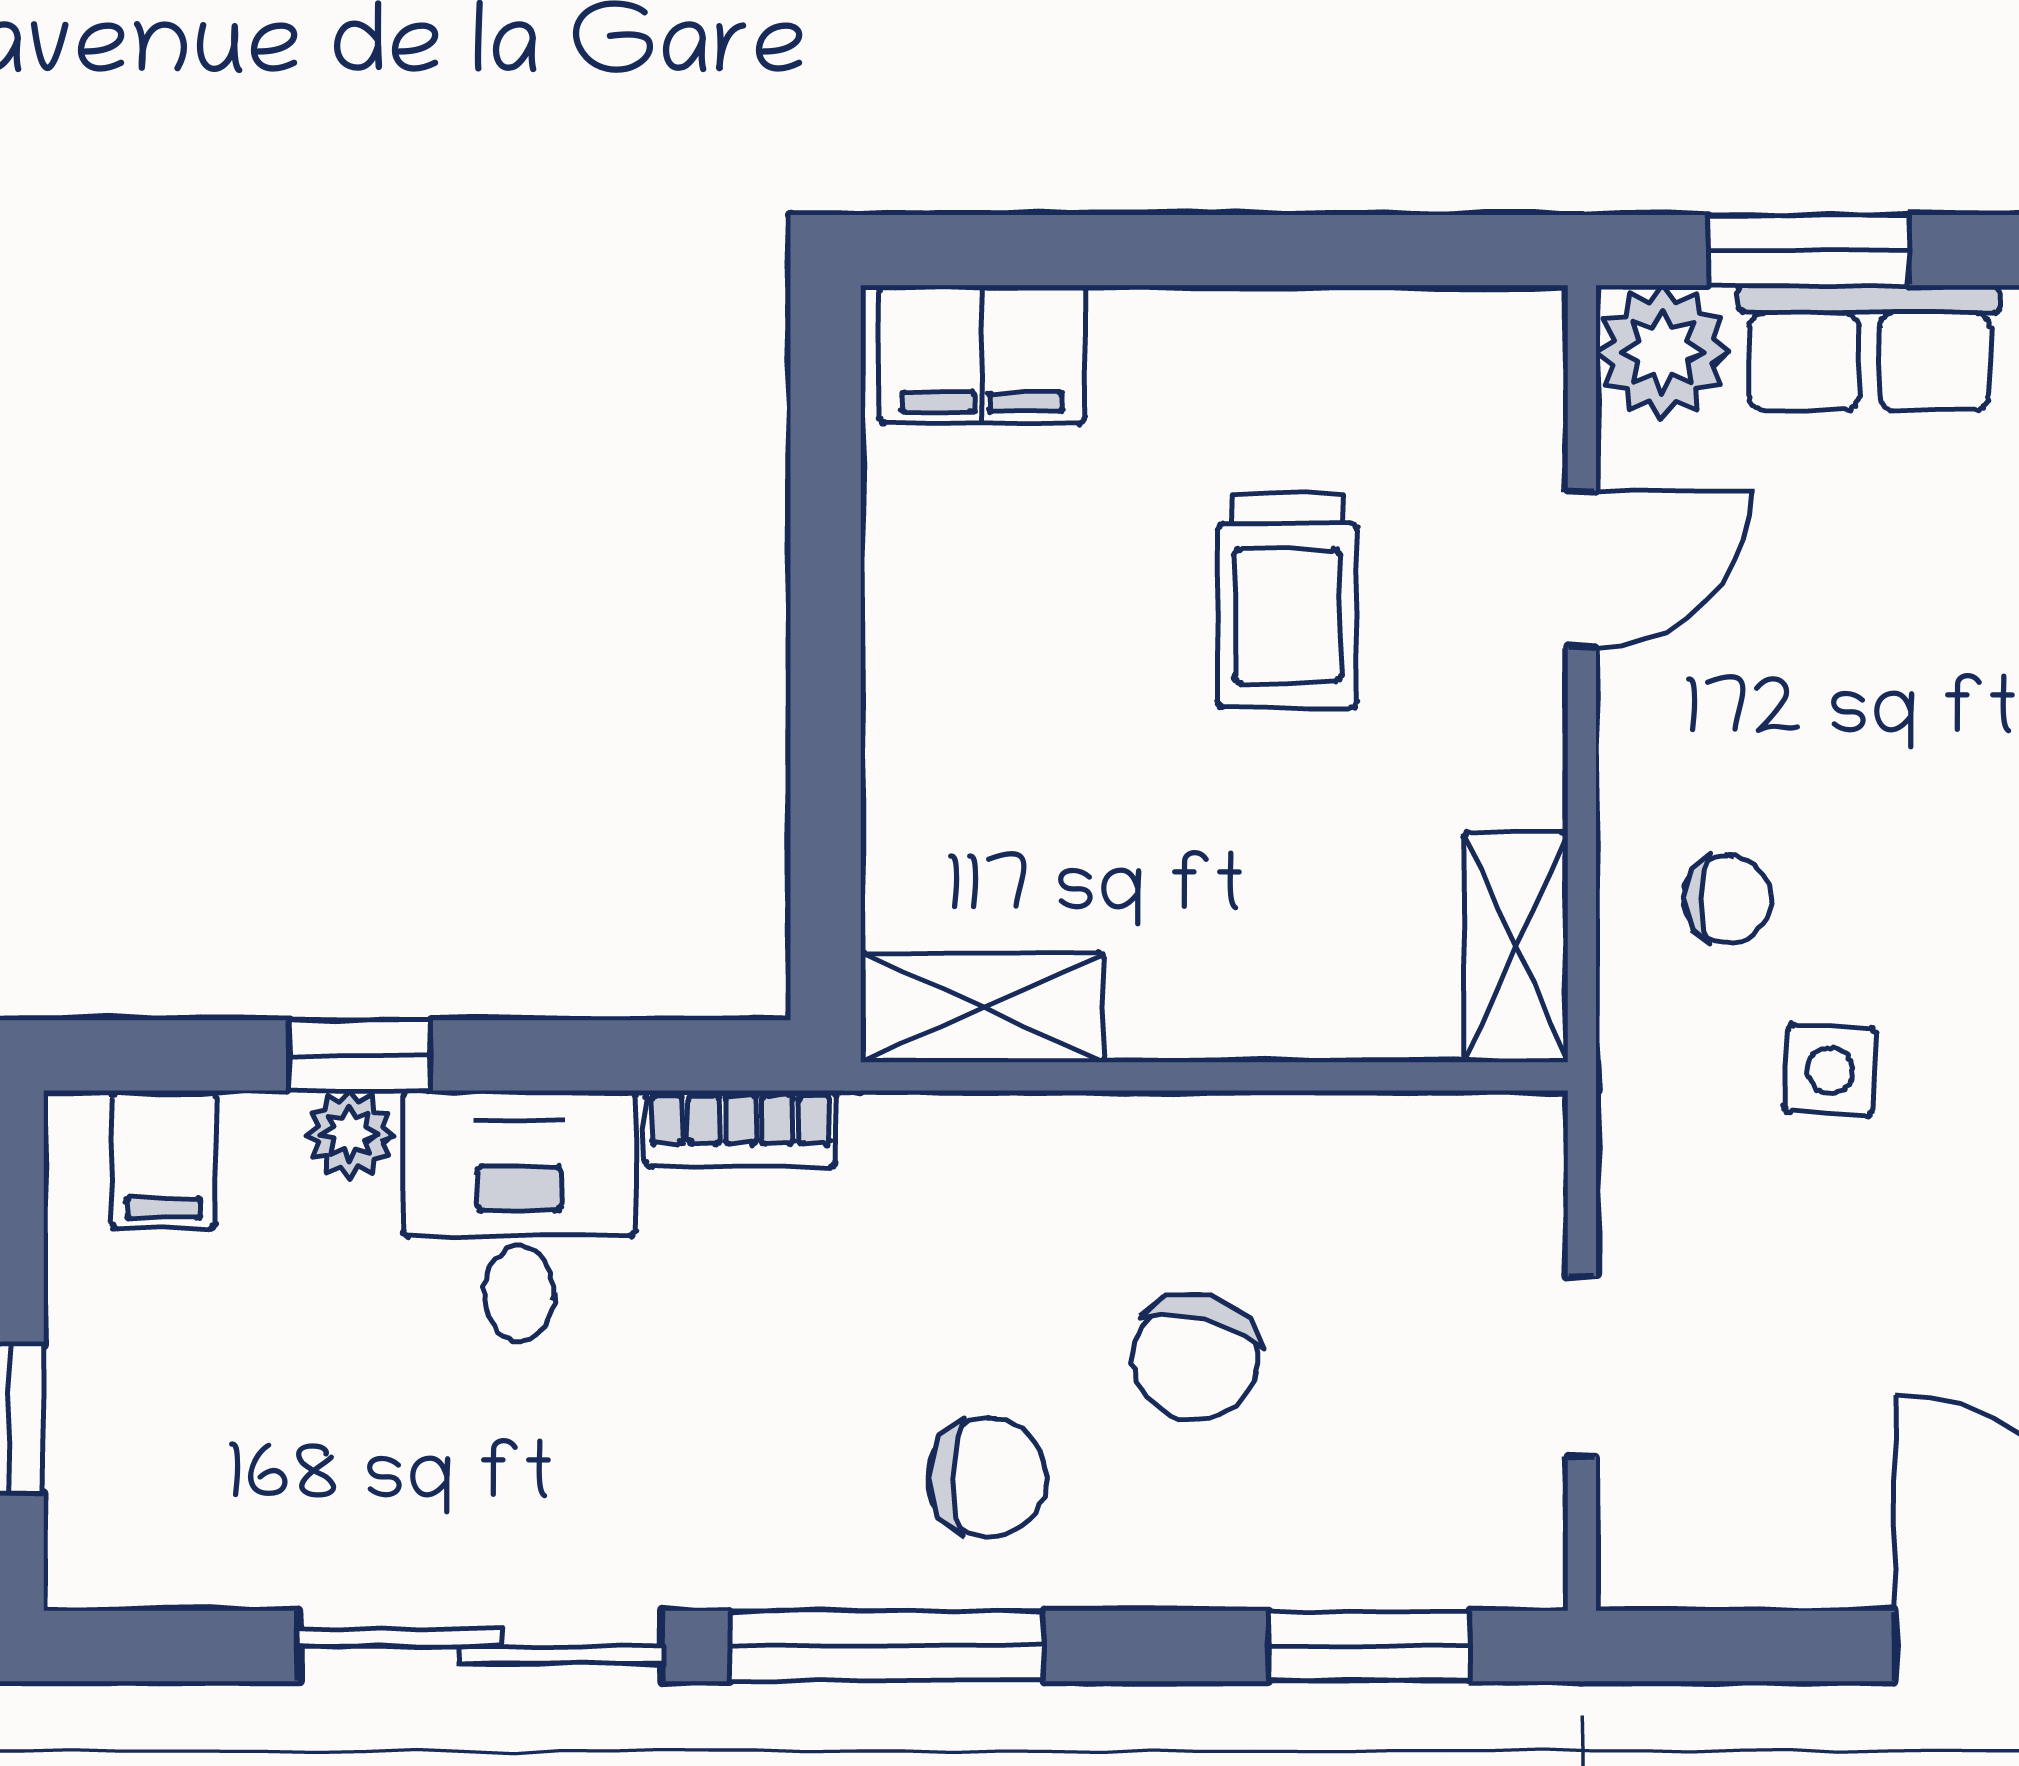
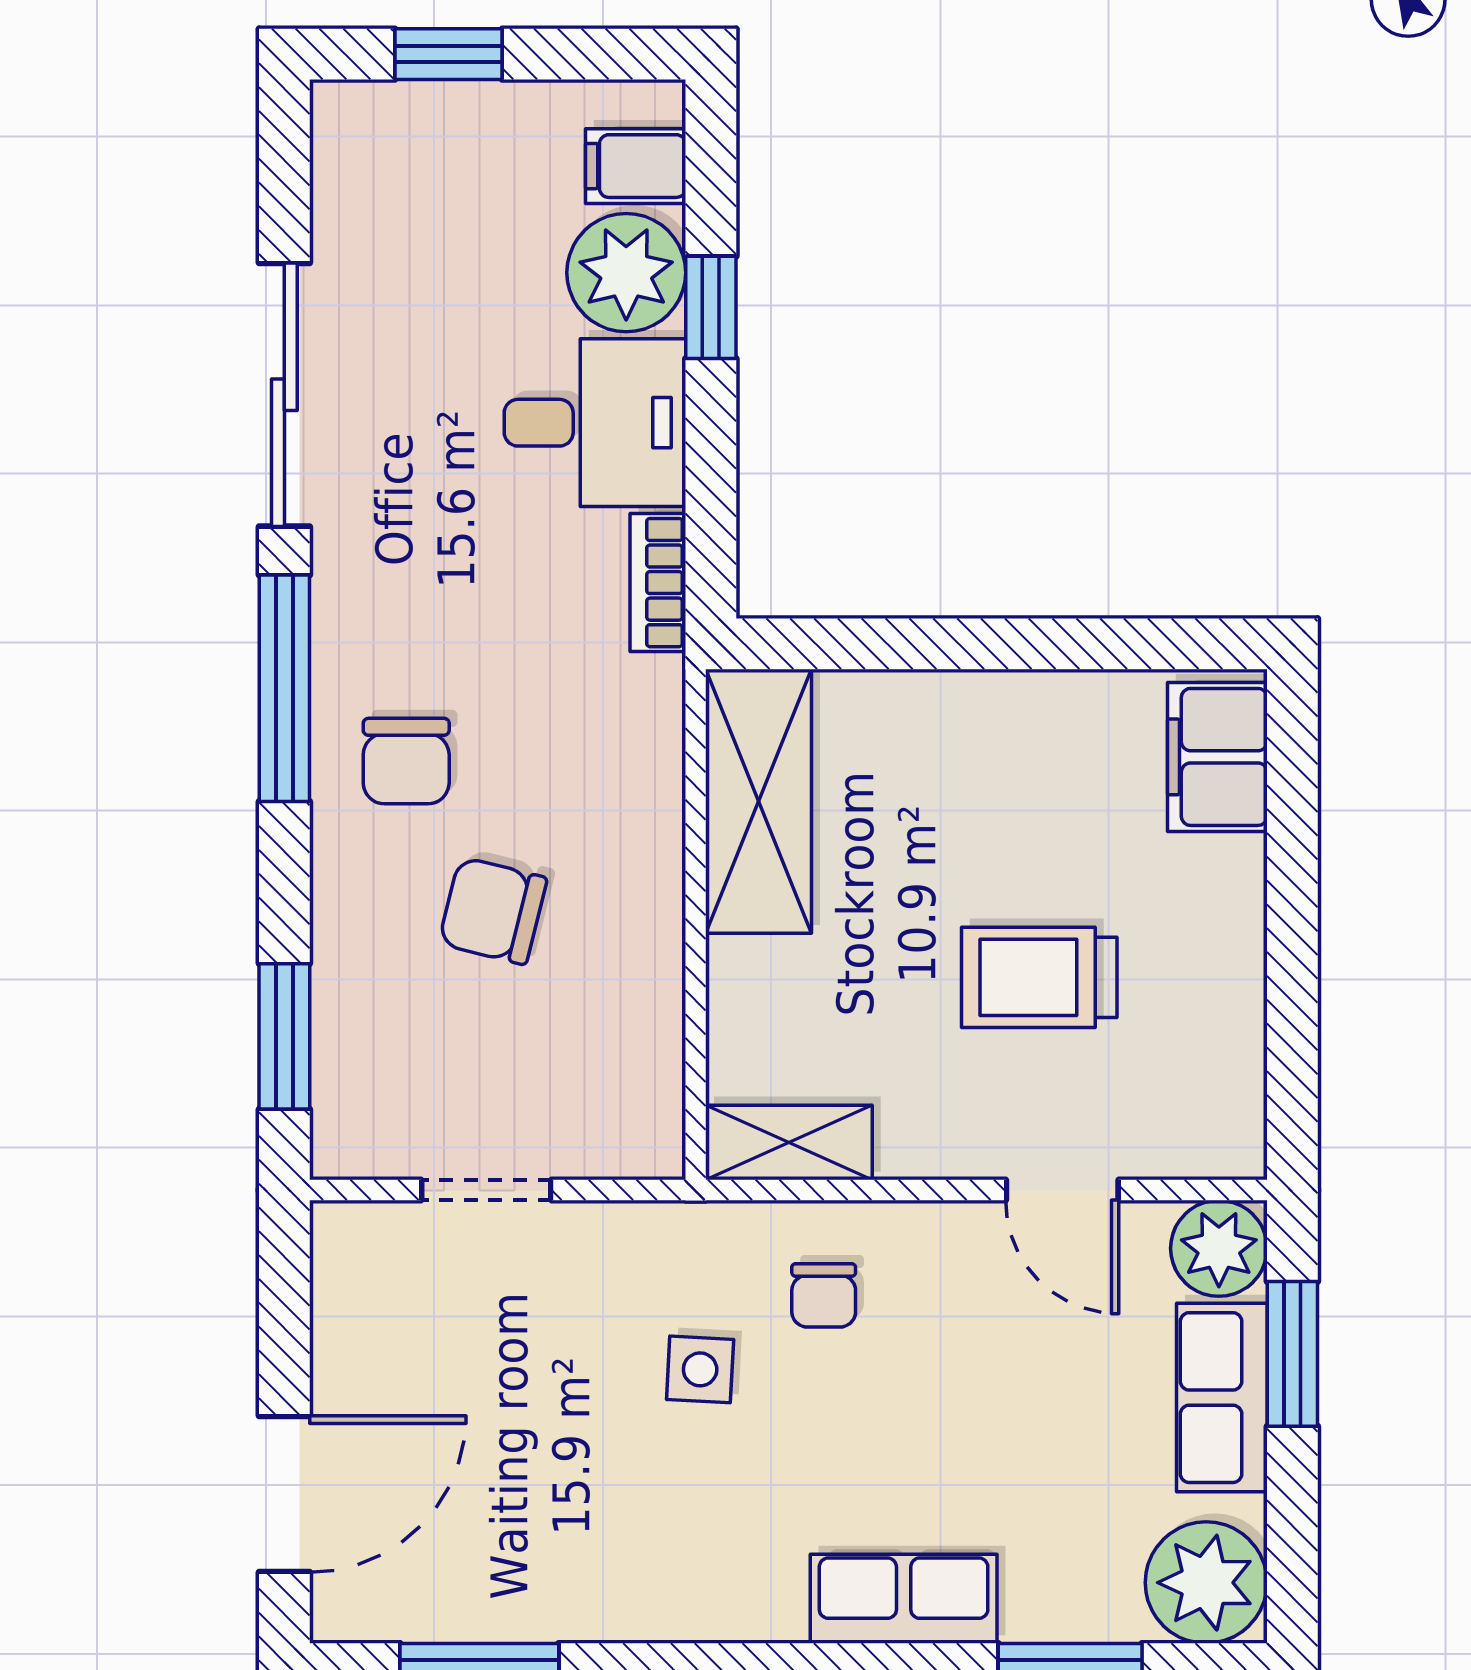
shelving: (983, 1008) -> (759, 801), width x1.50, depth x1.33
plant: (350, 1134) -> (626, 273), width x1.87, depth x1.87

